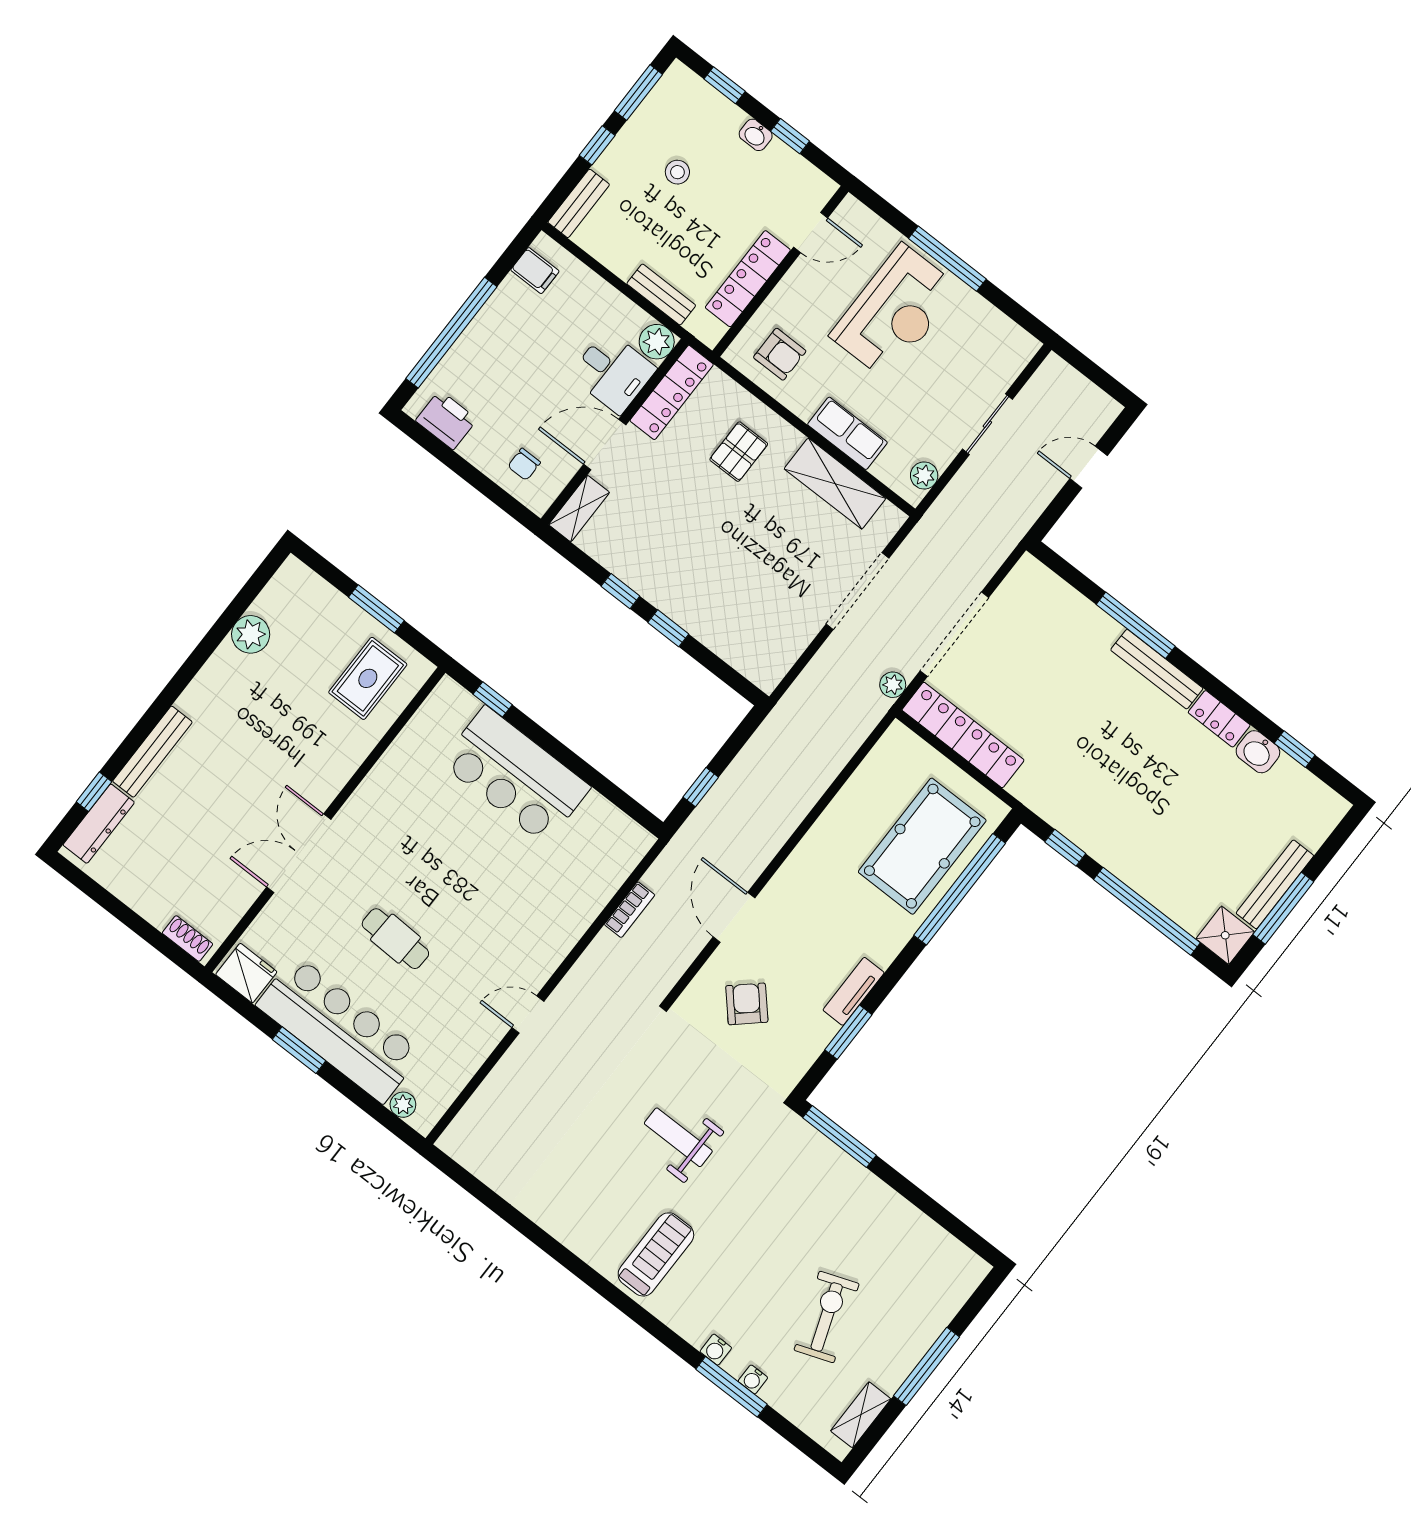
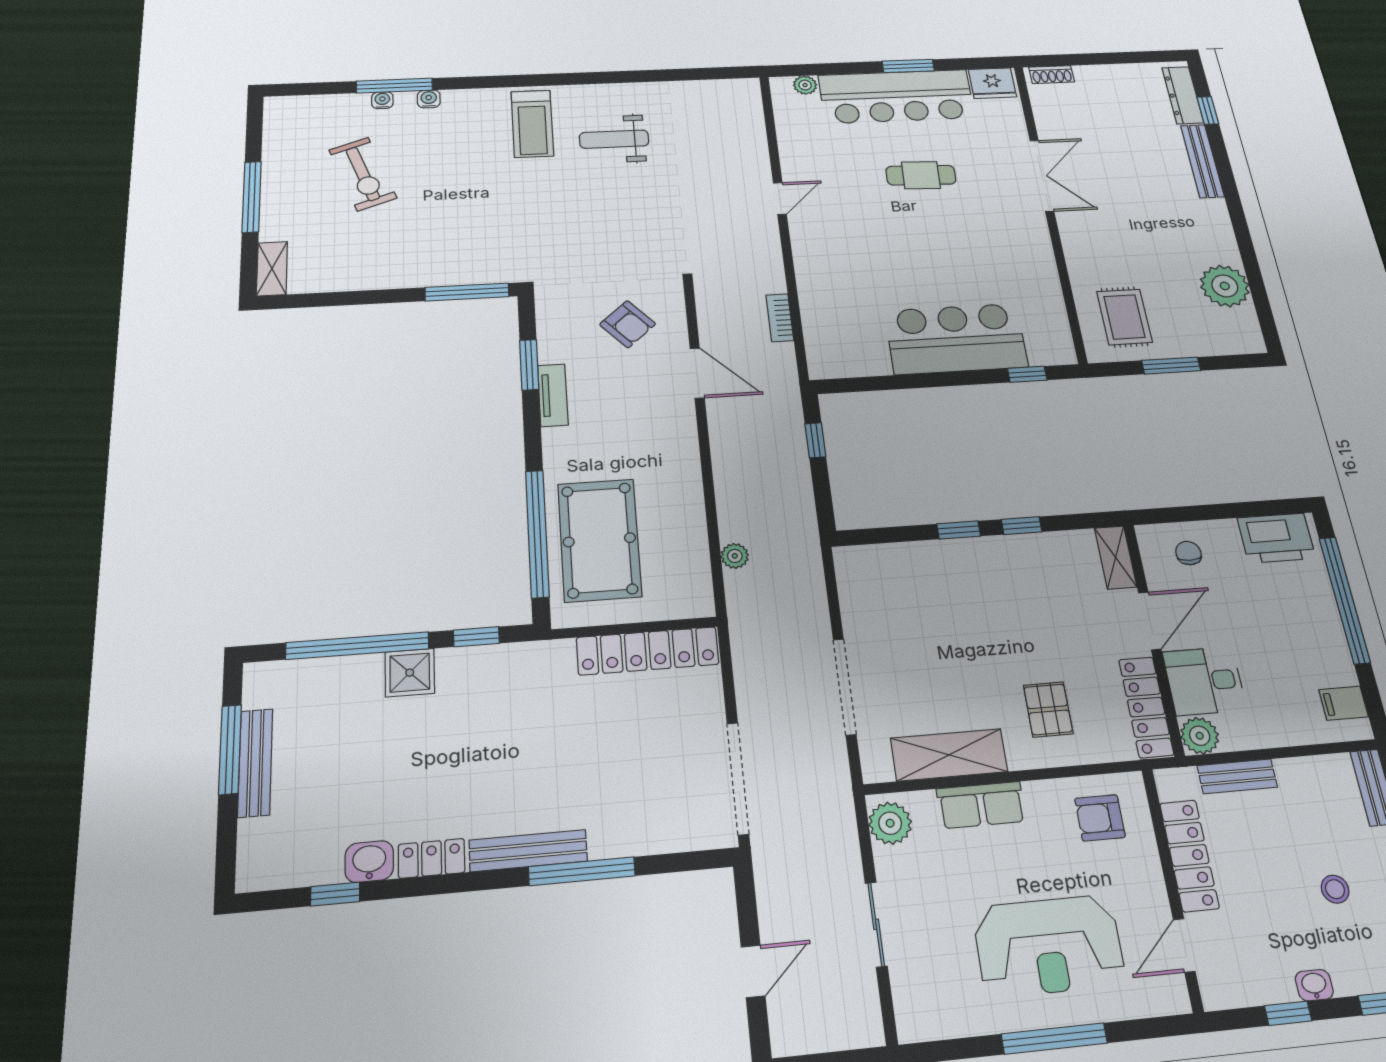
reception desk: (895, 312) -> (1049, 946), turned -90
printer: (446, 420) -> (1276, 538), width x1.37, depth x1.19
plant: (924, 475) -> (890, 823), width x1.38, depth x1.38
plant: (251, 634) -> (1225, 286), width x1.36, depth x1.36
doorway: (954, 634) -> (738, 778), moved
plant: (893, 685) -> (735, 556), moved
shower: (1225, 935) -> (410, 673), moved
weight bench: (678, 1137) -> (614, 139), moved, turned 180
shelving: (861, 1415) -> (272, 269), moved

